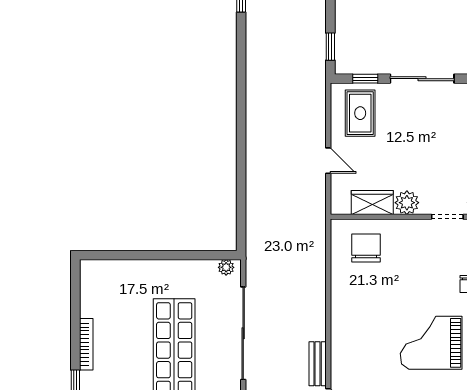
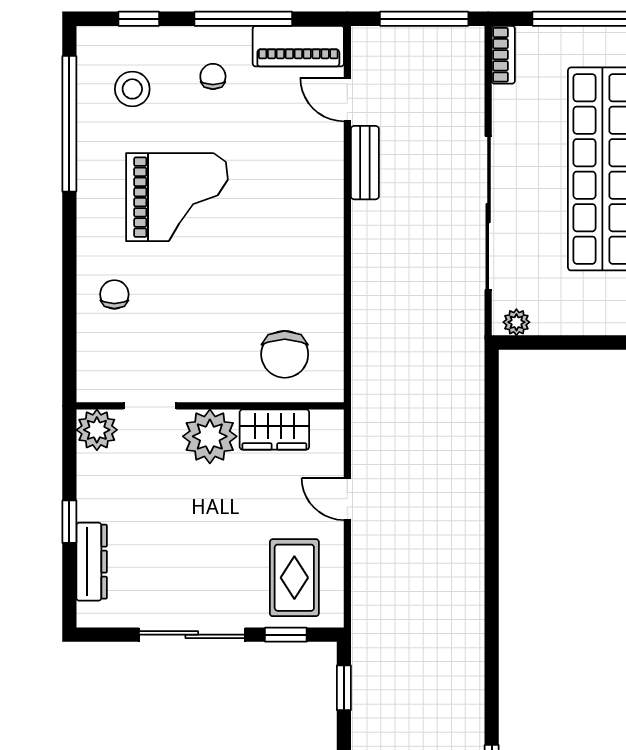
plant: (407, 203) -> (210, 436), width x1.36, depth x1.36

